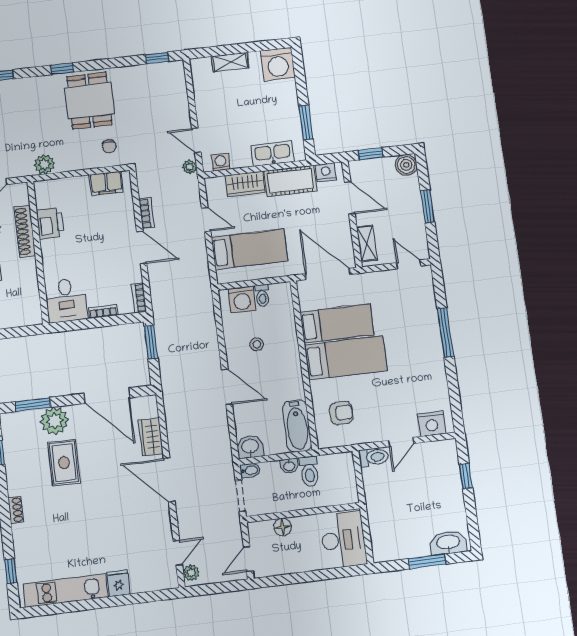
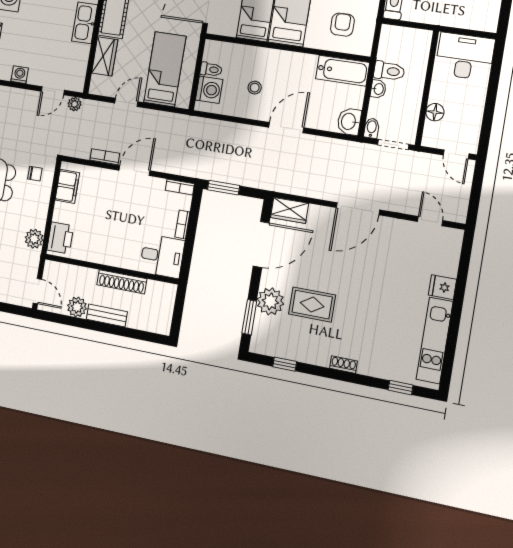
washing machine: (221, 162) -> (20, 75), moved, turned 90
printer: (50, 223) -> (60, 238), moved, turned 90
shoe rack: (25, 231) -> (122, 282), moved
wardrobe: (151, 437) -> (290, 210), moved
plant: (191, 573) -> (453, 214), removed

